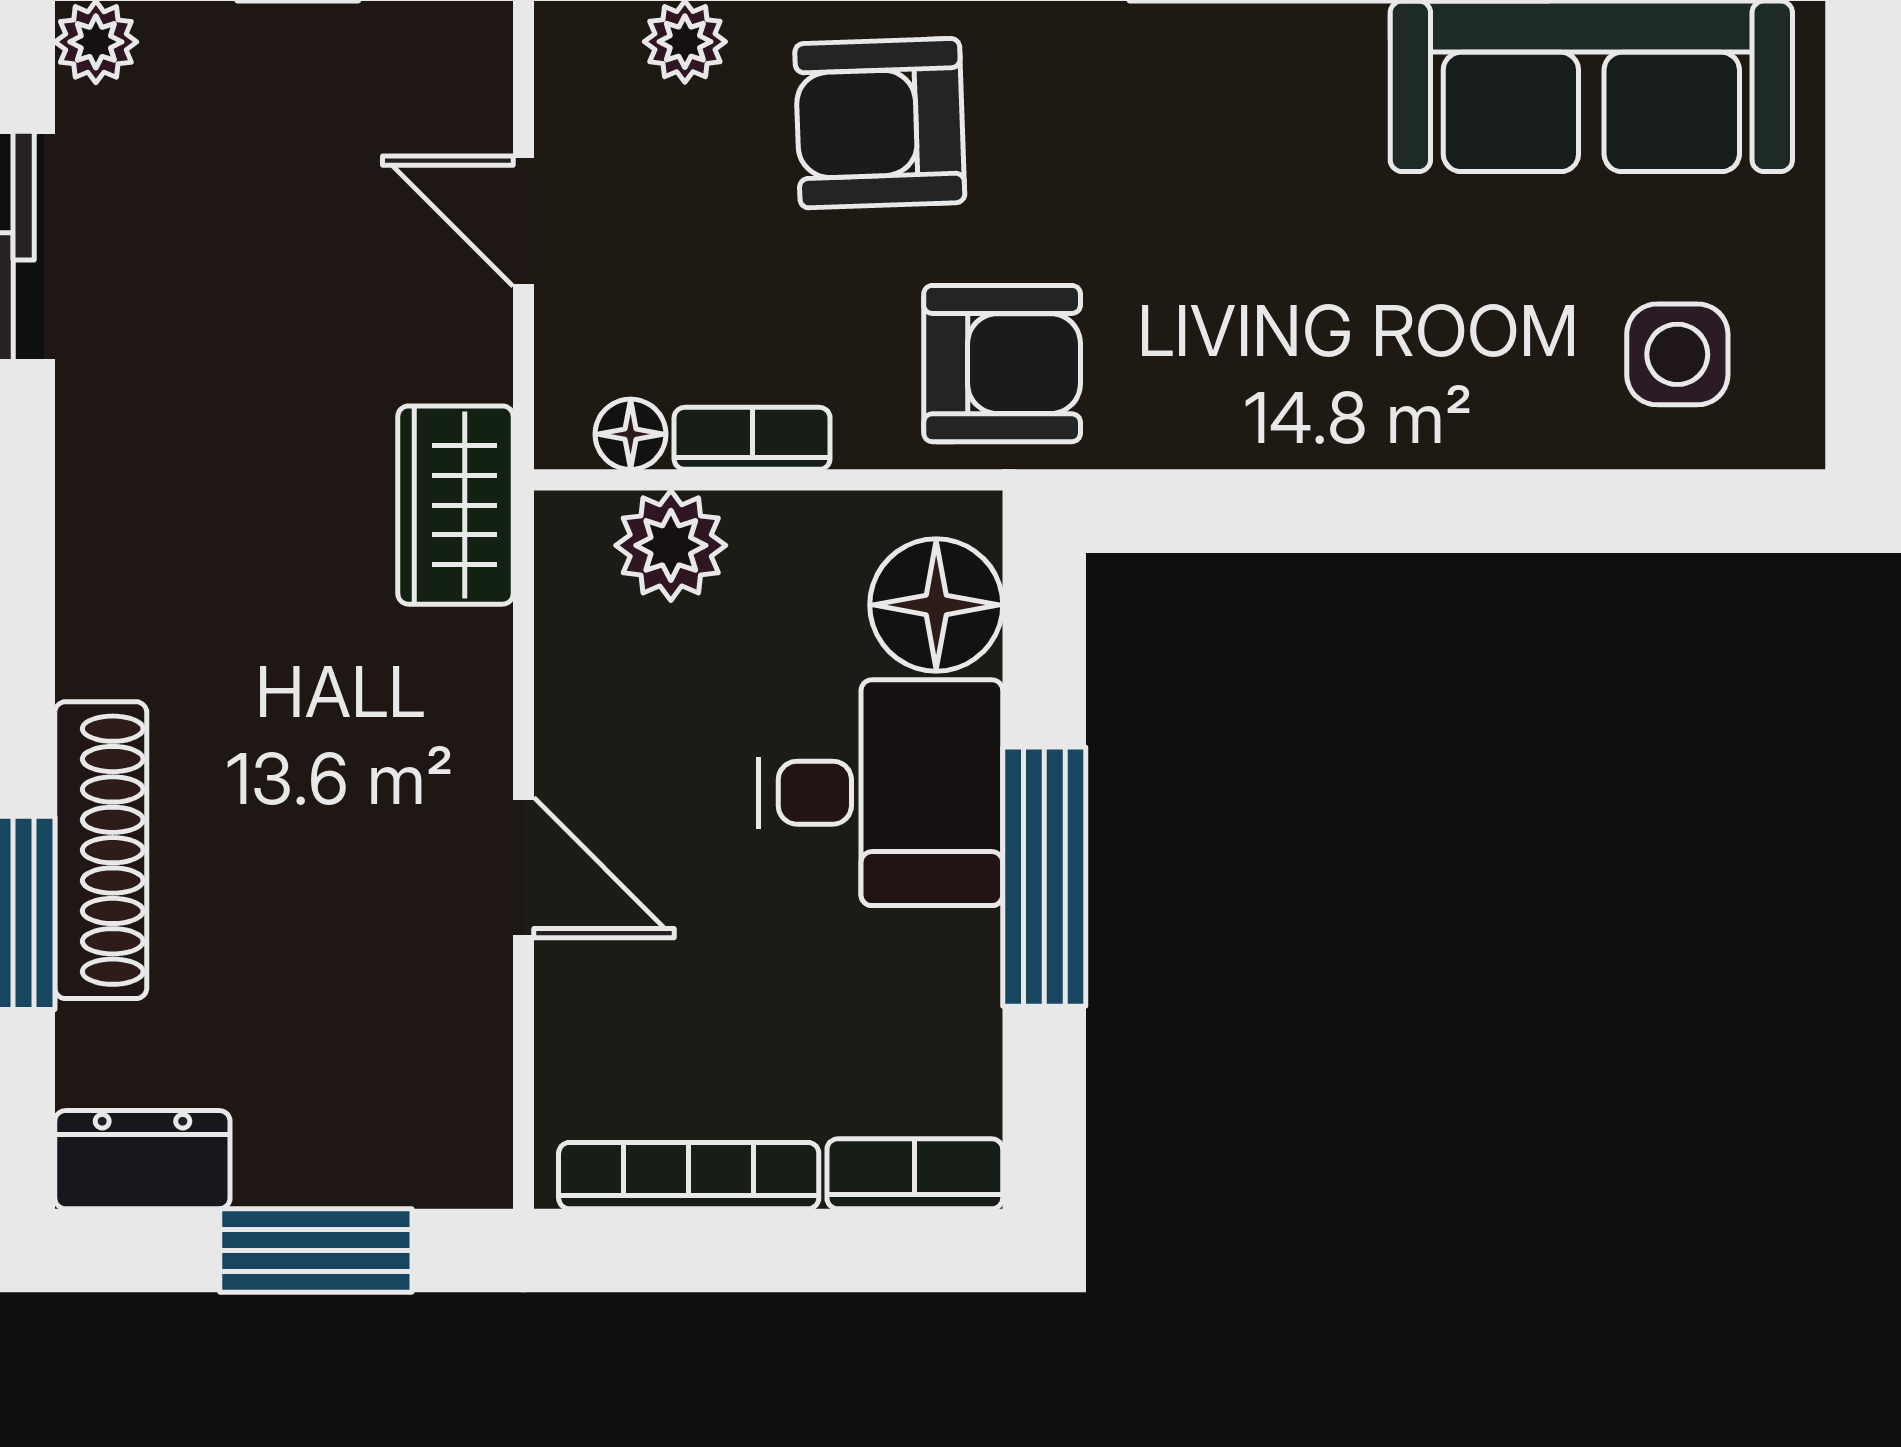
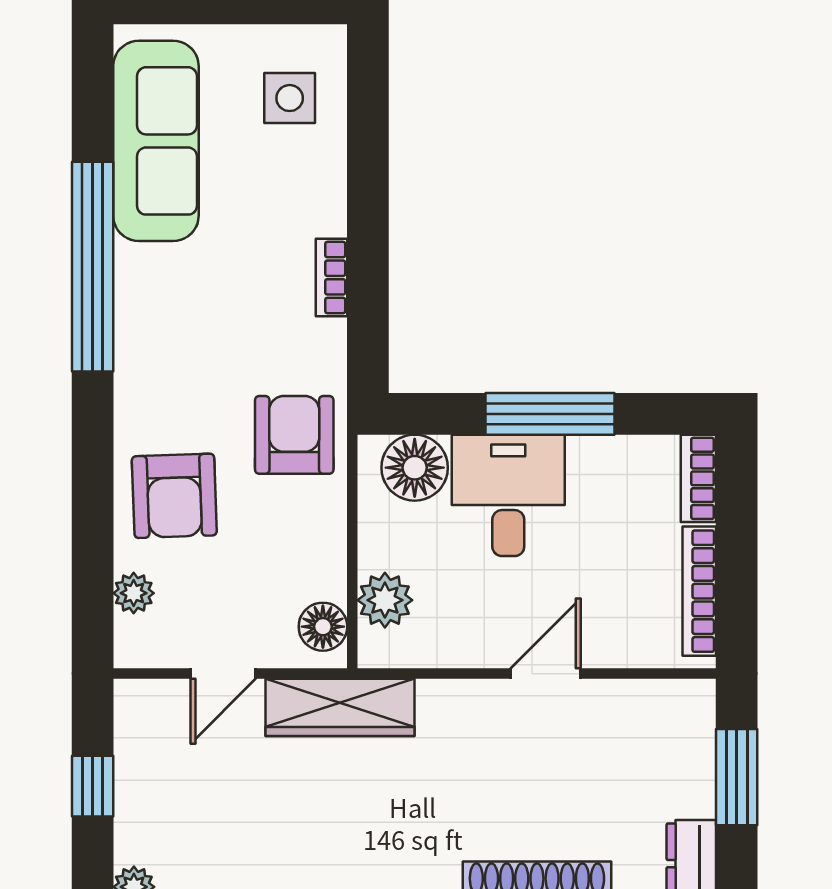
floor lamp: (631, 434) -> (323, 627), width x1.37, depth x1.37
bookcase: (752, 438) -> (332, 278), moved
wardrobe: (456, 505) -> (340, 707), width x1.50

